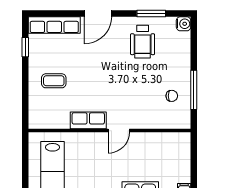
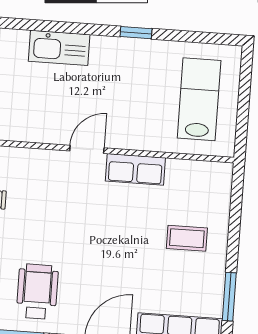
window: (25, 47) -> (229, 297), width x1.50

